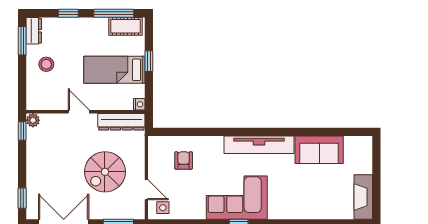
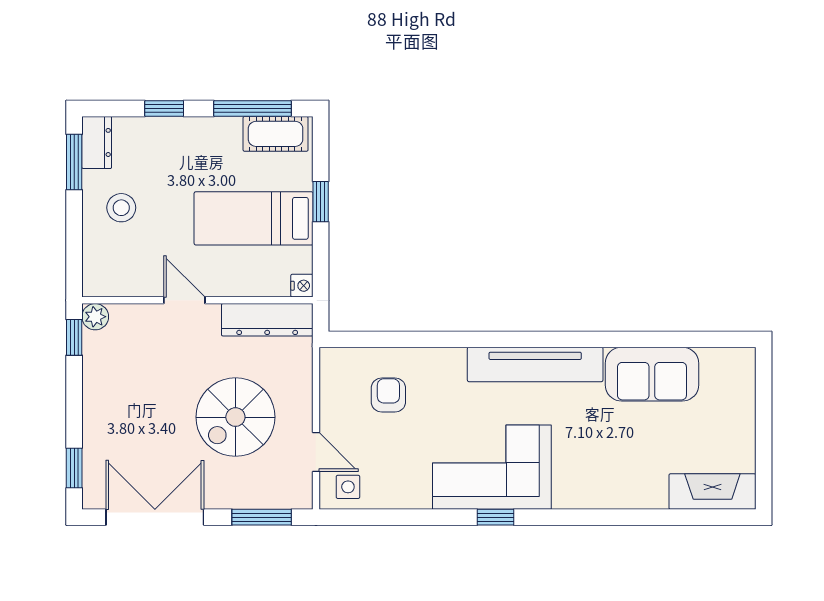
fireplace: (363, 197) -> (712, 492), moved, turned 90

